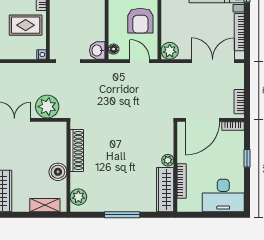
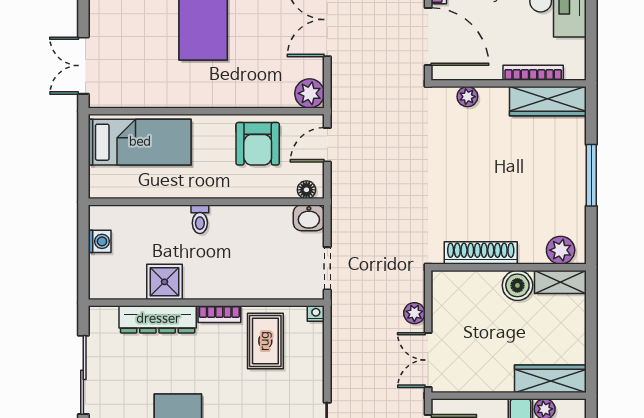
armchair: (140, 21) -> (258, 144), turned 90
plant: (47, 107) -> (414, 313), width x0.53, depth x0.53
plant: (168, 160) -> (467, 97), moved
shelving: (45, 205) -> (560, 282), moved, turned 90

